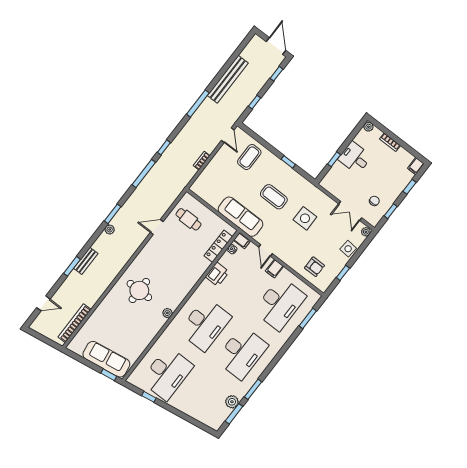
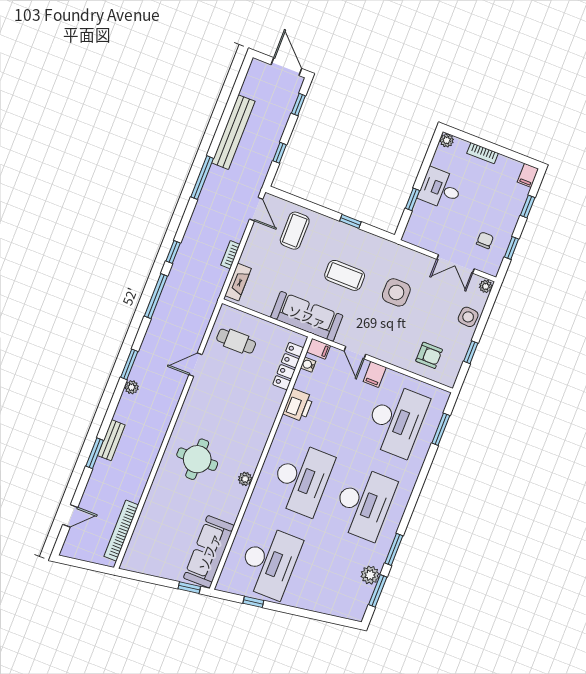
fireplace: (201, 180) -> (238, 282), added
sofa: (106, 359) -> (209, 552), moved, turned -81

